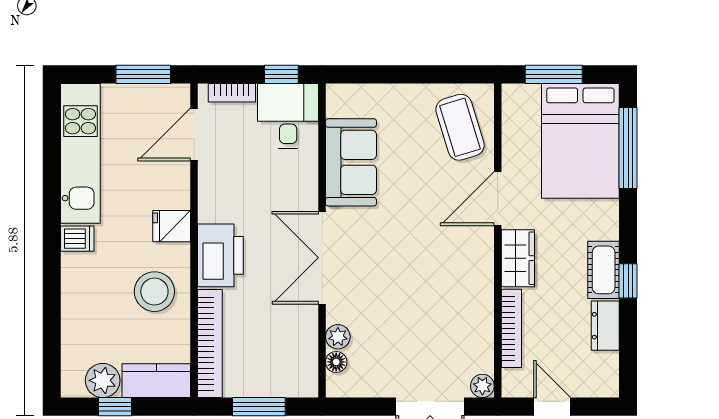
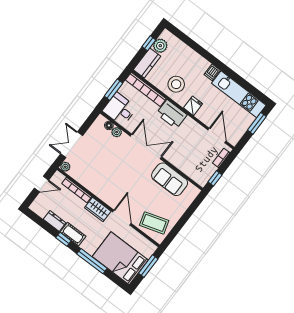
window: (143, 74) -> (257, 123), moved
desk: (288, 116) -> (120, 109), moved, turned 180
window: (628, 148) -> (92, 261), moved

